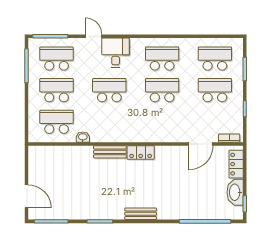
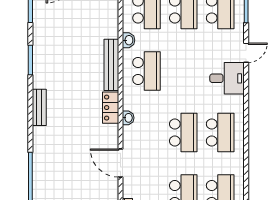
school desk: (109, 90) -> (146, 71), moved
washbasin: (149, 137) -> (128, 118), added
door: (201, 144) -> (121, 163), moved
bench: (110, 152) -> (111, 65), width x1.36

